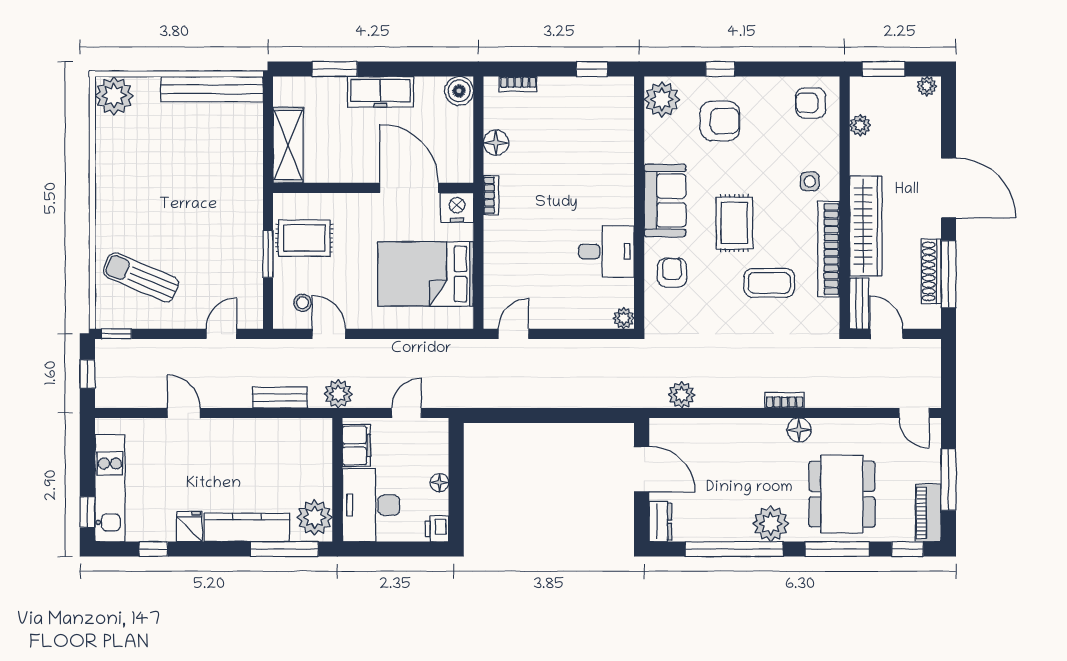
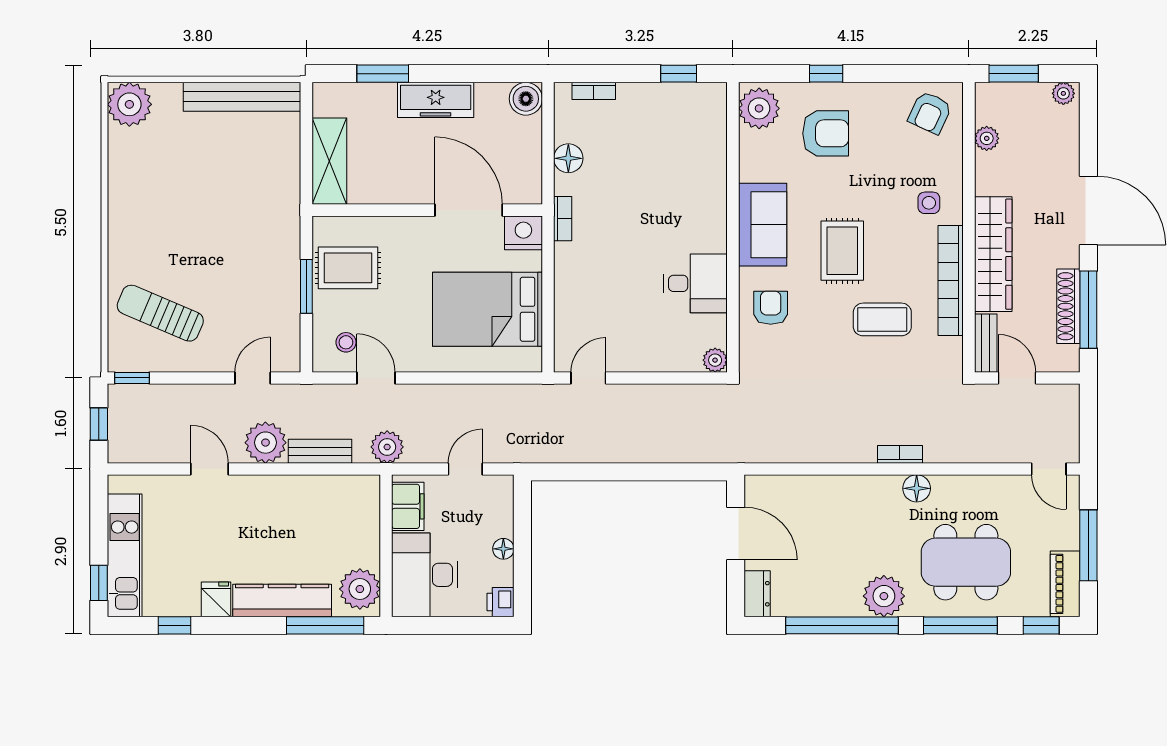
armchair: (811, 103) -> (930, 113), turned -65
plant: (682, 395) -> (265, 443), moved, width x1.36, depth x1.36
dining table: (842, 494) -> (966, 562), turned 90

